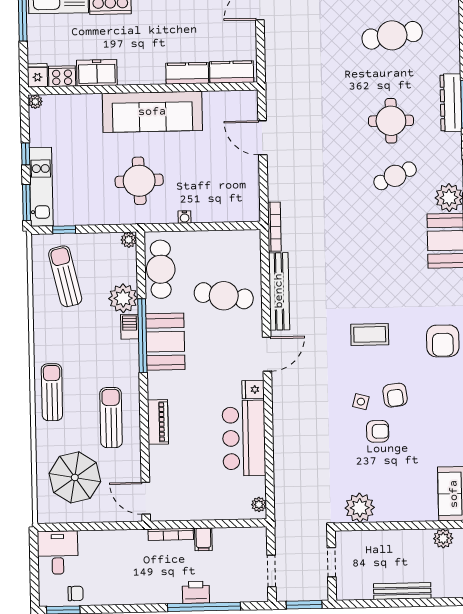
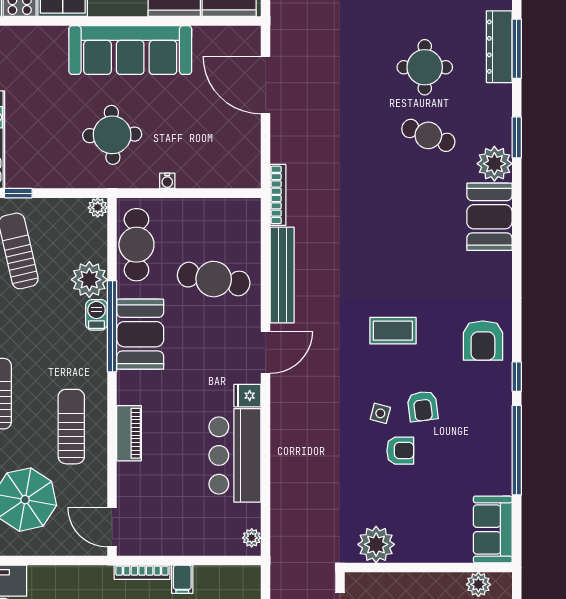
door: (262, 138) -> (266, 85), width x1.36
cafe table: (395, 176) -> (428, 135), turned 45

